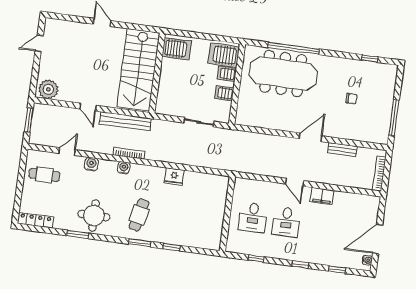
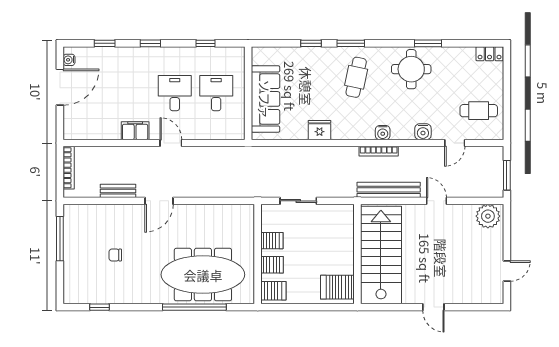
server rack: (224, 55) -> (273, 291), width x0.73, depth x0.70
sofa: (214, 207) -> (265, 99), added
locker: (36, 220) -> (490, 54), width x0.66

